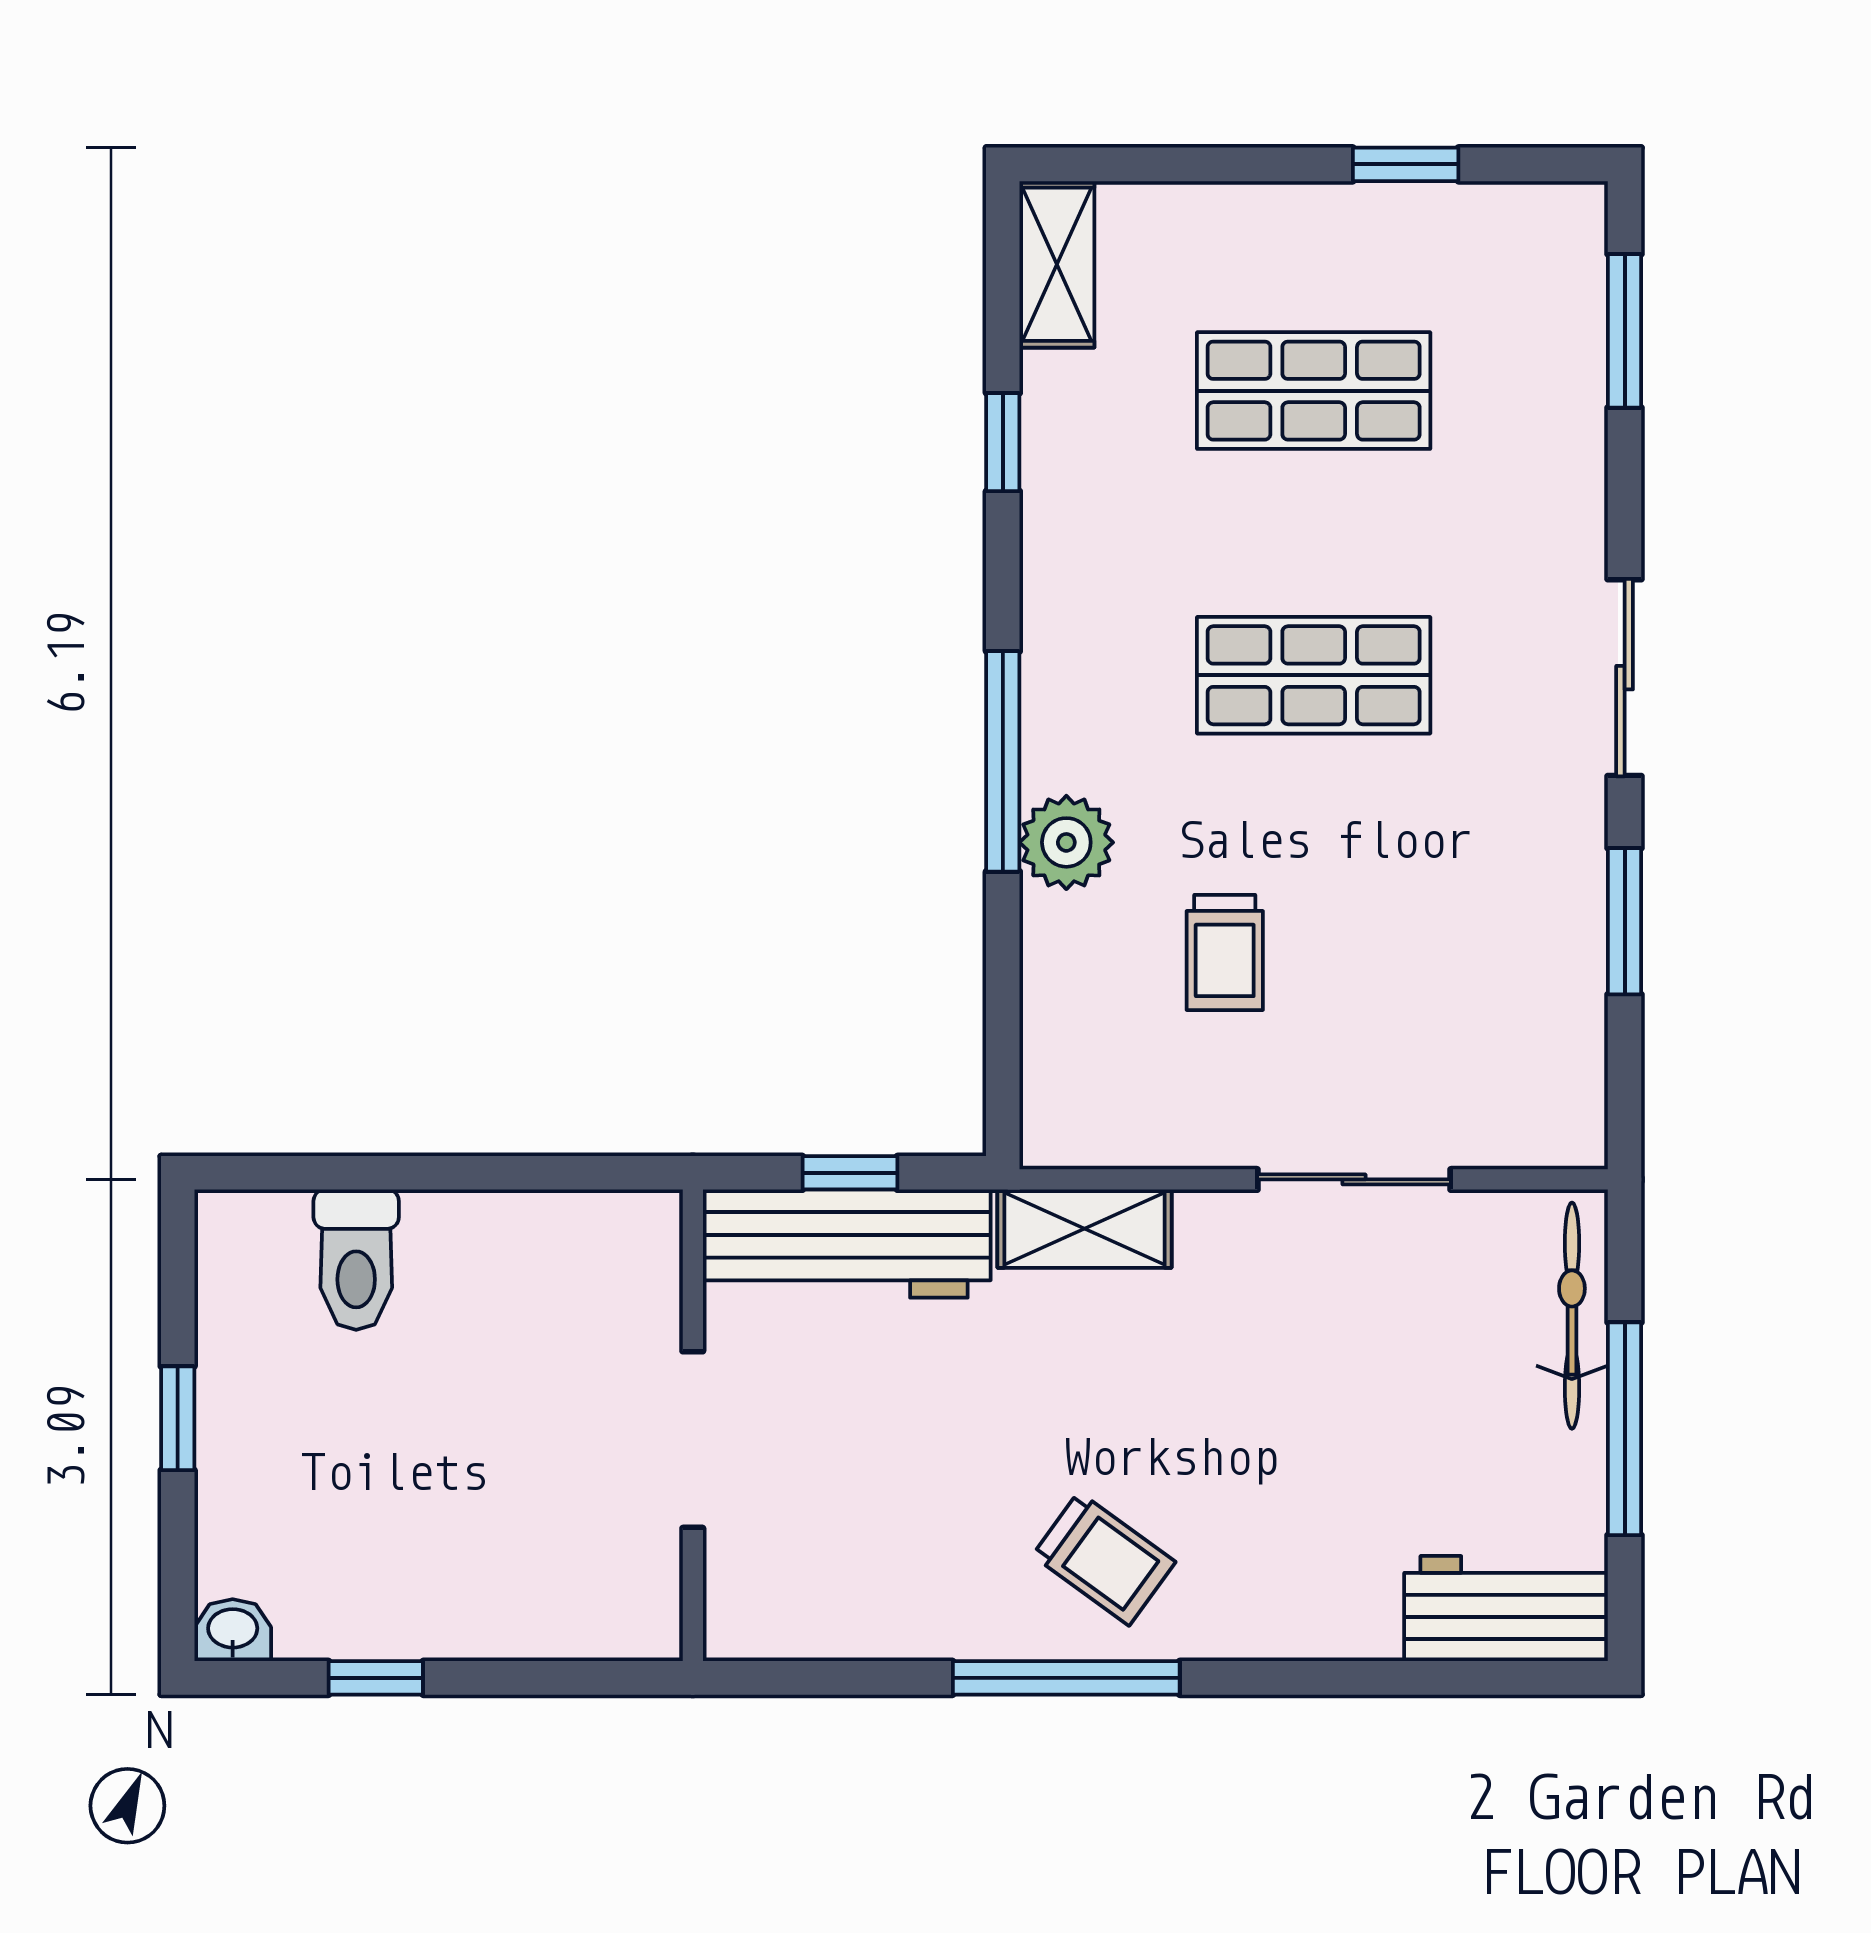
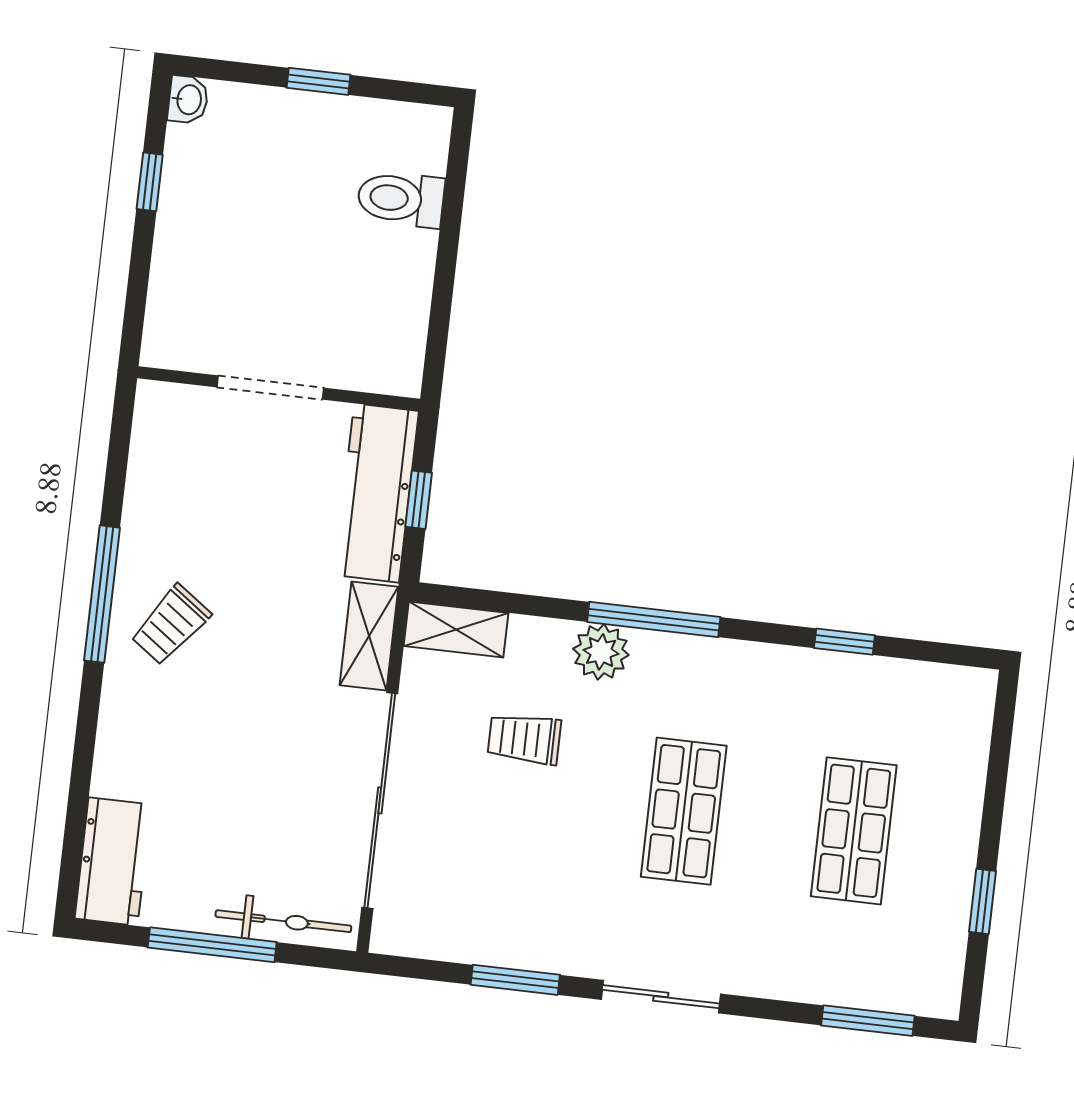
shelving: (1057, 264) -> (456, 629), moved
sliding door: (1354, 1179) -> (380, 800), width x1.86

